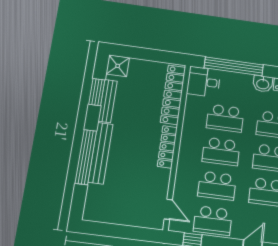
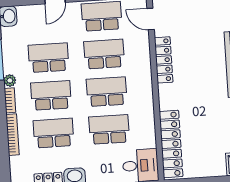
locker: (167, 147) -> (164, 60), moved

